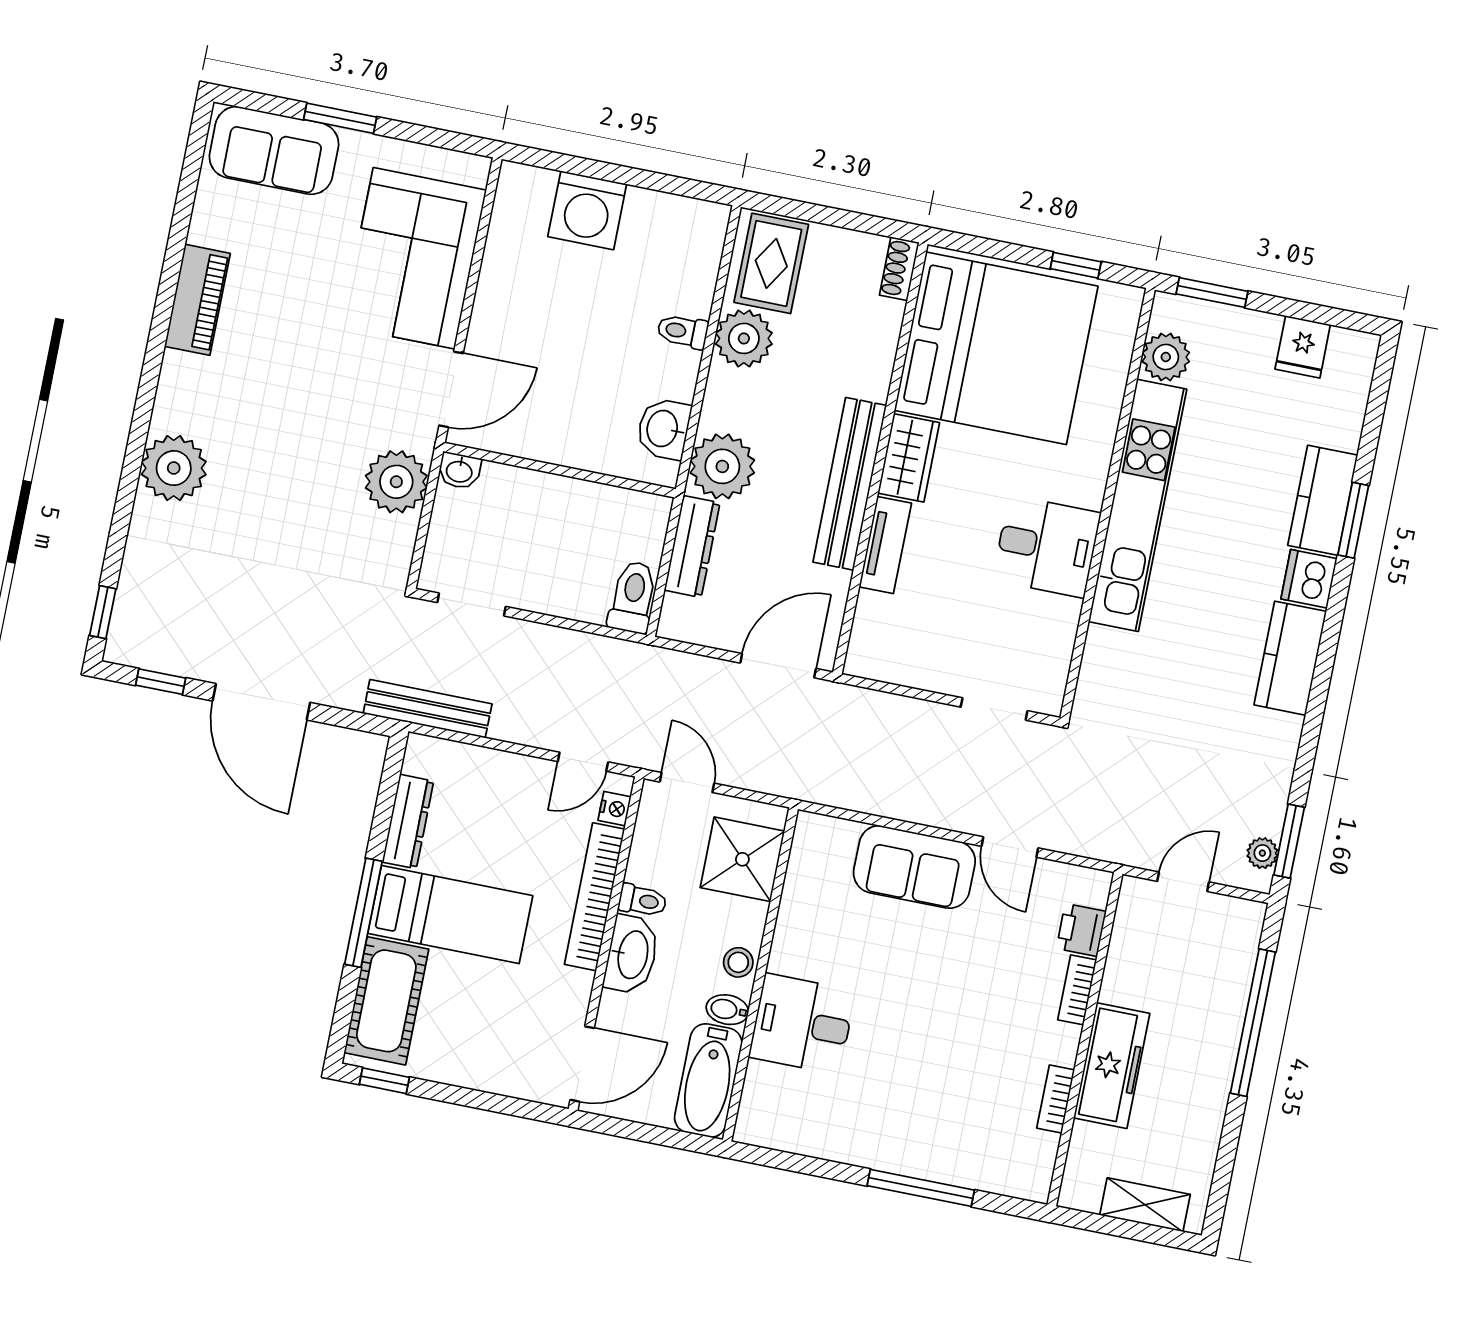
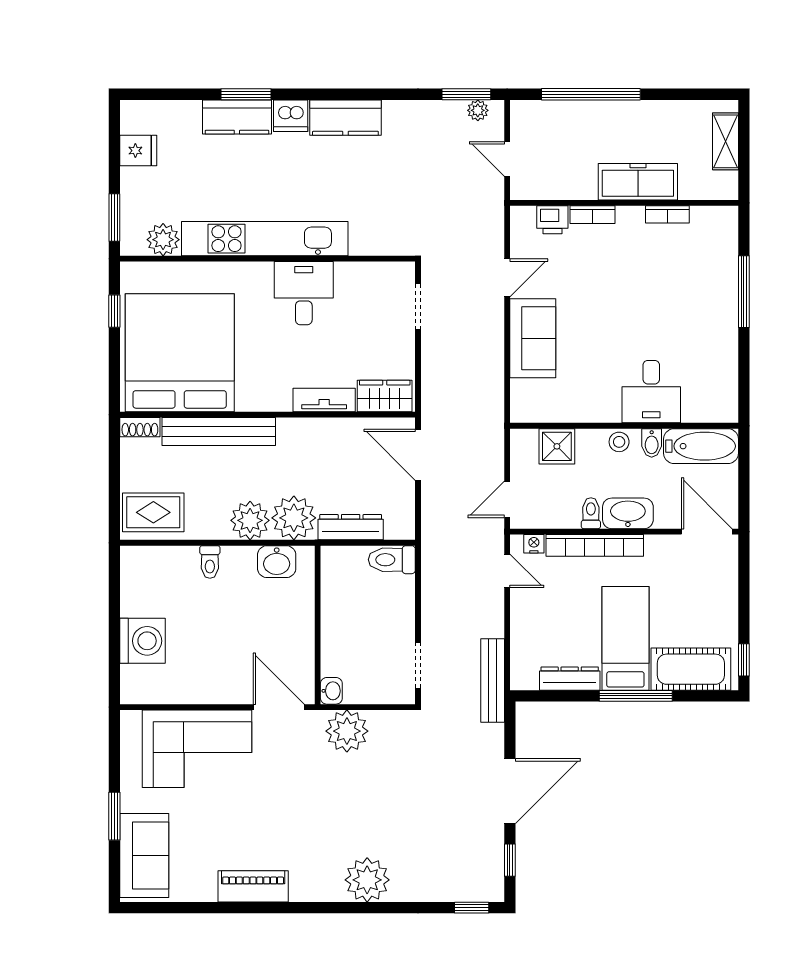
plant: (744, 338) -> (250, 520), moved
wardrobe: (909, 458) -> (385, 396), moved
bench: (850, 484) -> (219, 431), moved
shower: (742, 859) -> (557, 446), width x0.73, depth x0.73

